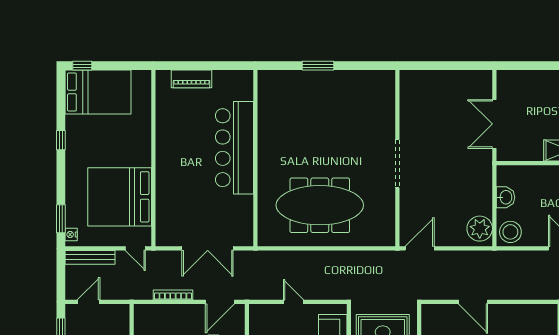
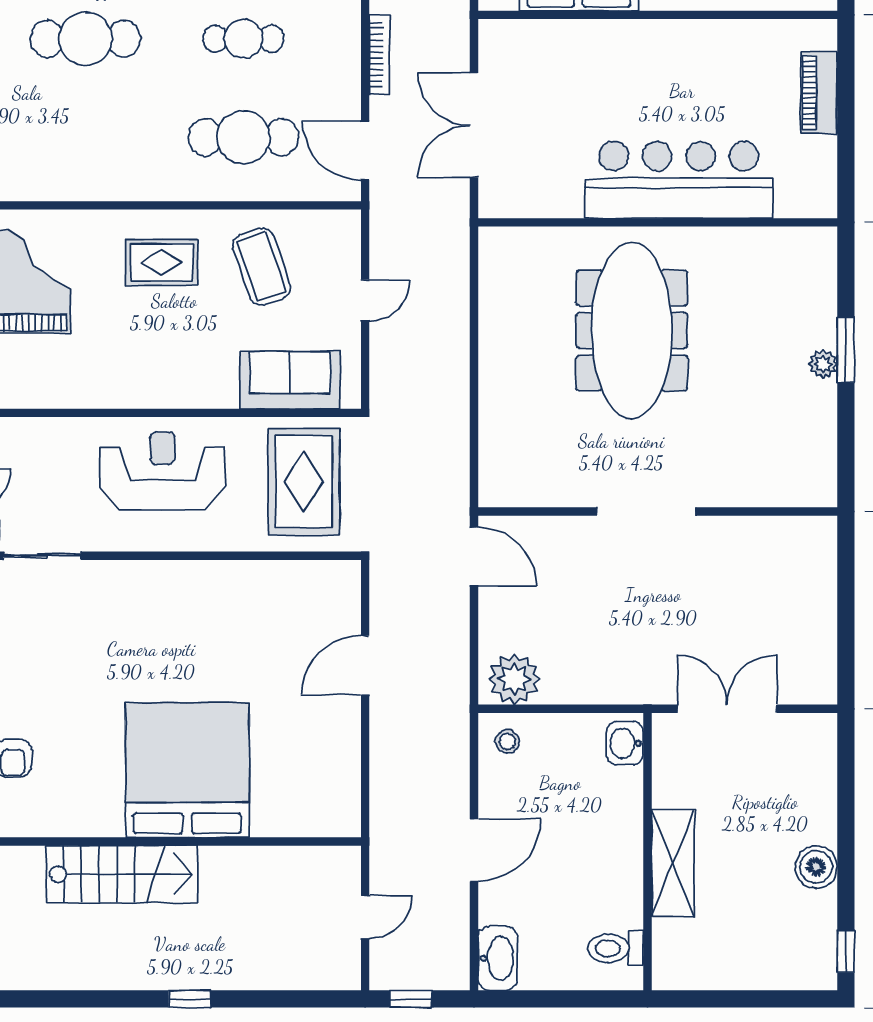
plant: (325, 77) -> (823, 364), added
washbasin: (505, 197) -> (625, 743), moved, turned 90
meeting table: (320, 205) -> (632, 330), moved
stool: (510, 232) -> (507, 742), width x0.53, depth x0.53

